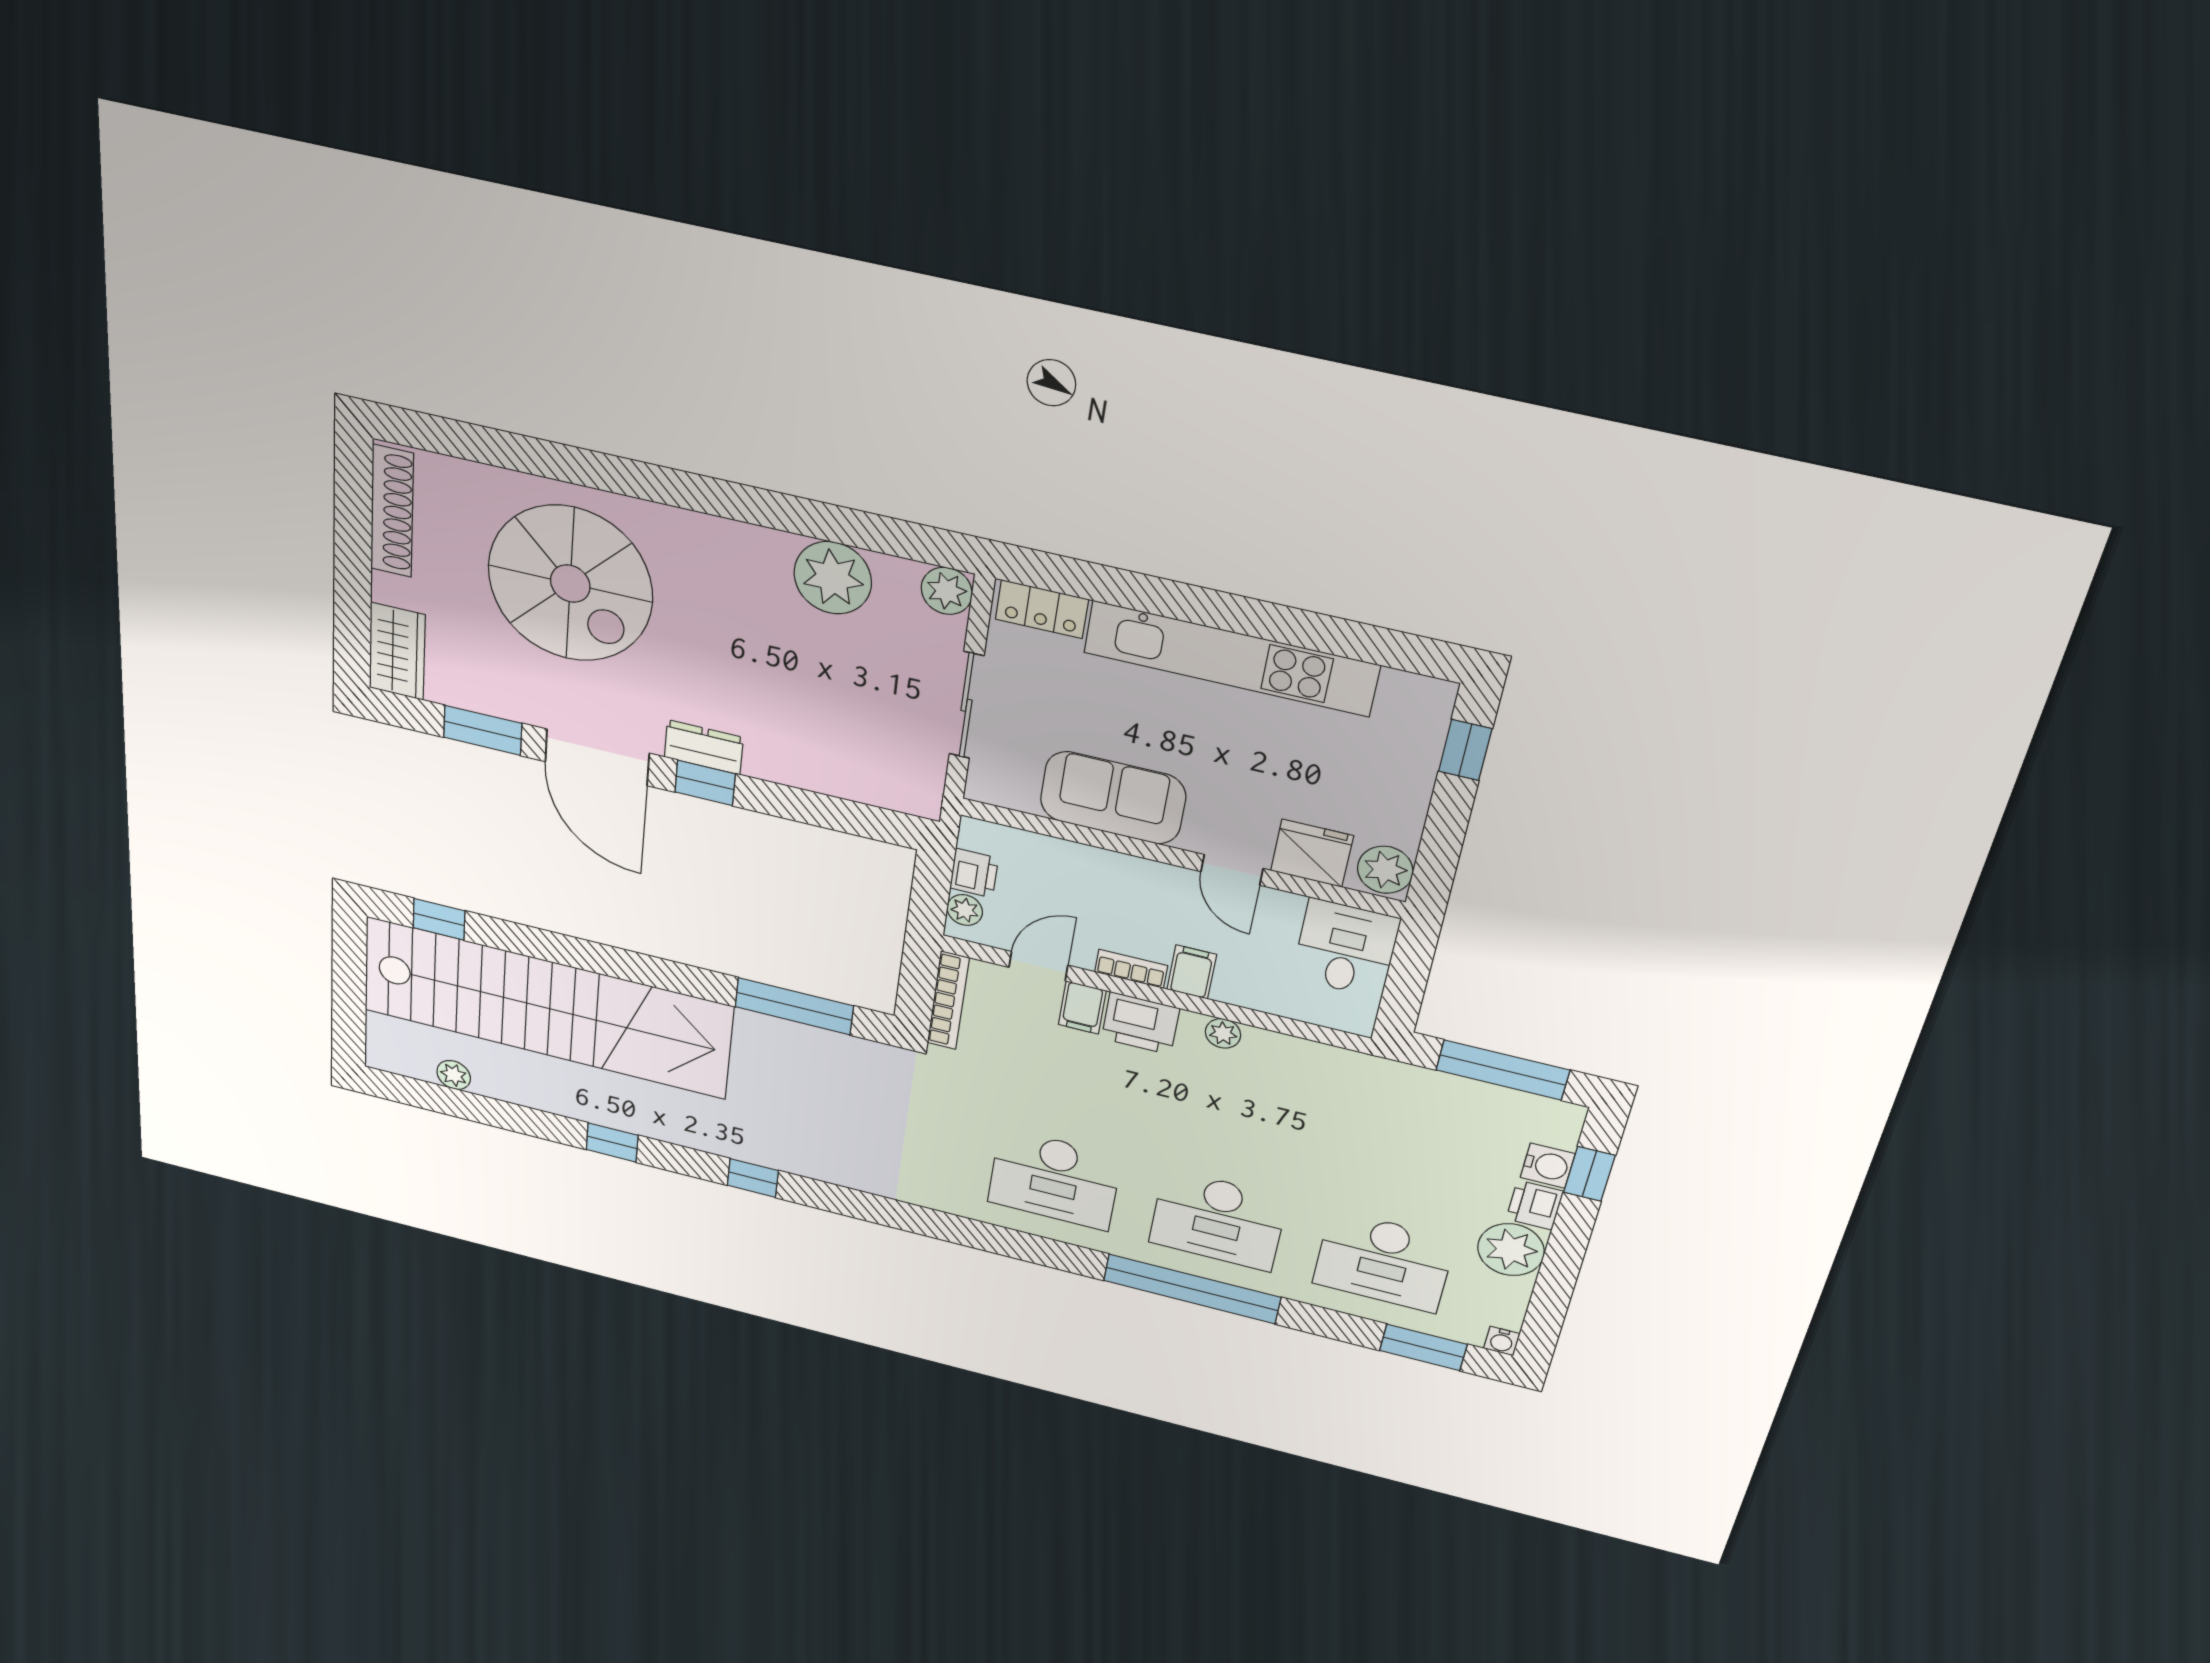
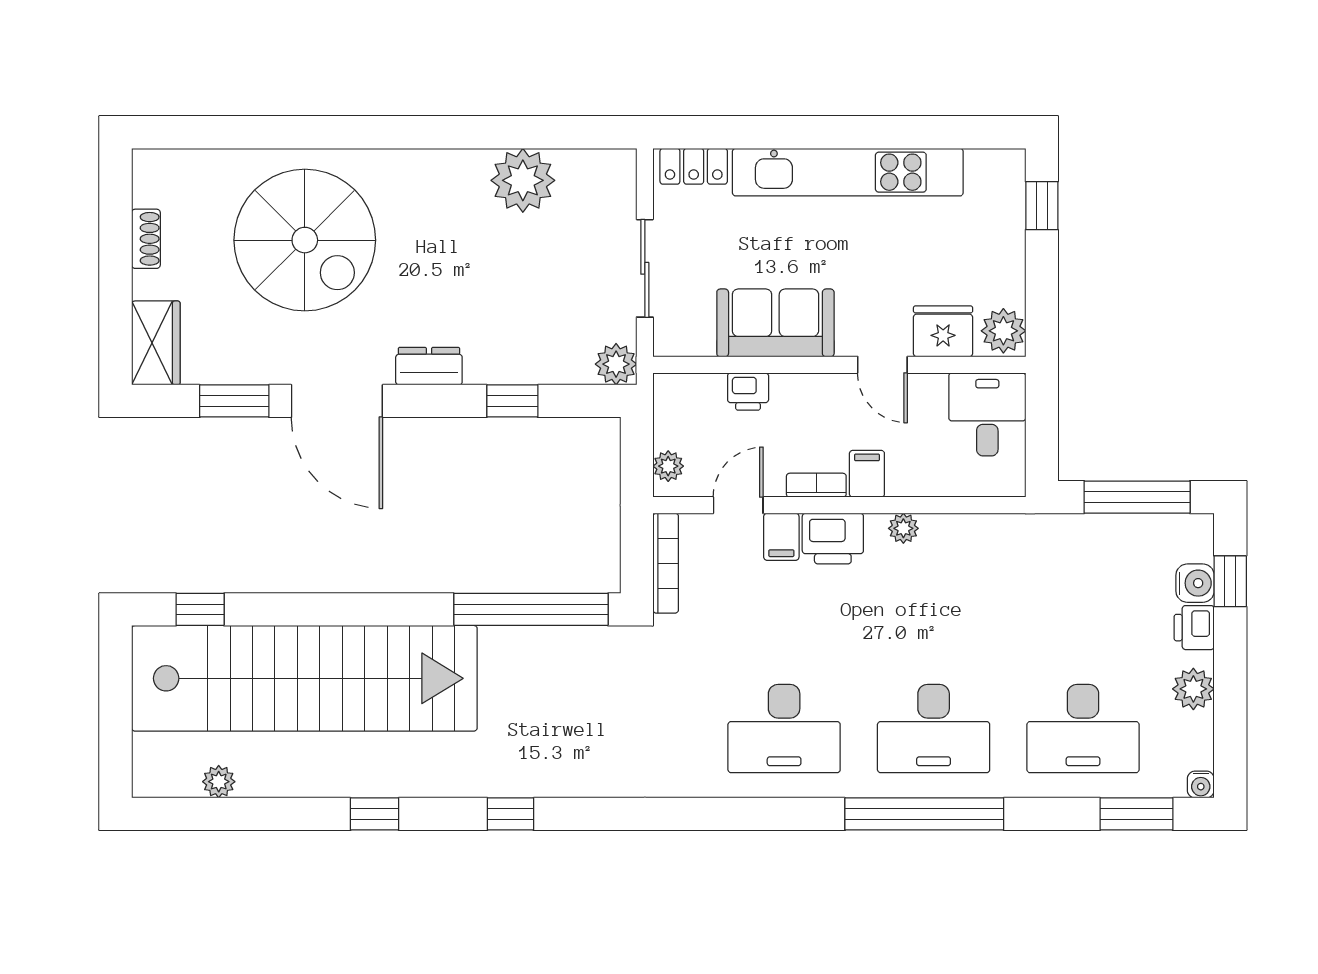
shoe rack: (392, 511) -> (146, 239), width x0.51, depth x0.81
plant: (947, 591) -> (616, 364), moved
window: (705, 783) -> (512, 401), moved
printer: (974, 873) -> (748, 391), moved, turned 90
window: (794, 1006) -> (531, 609), width x1.46
plant: (1511, 1250) -> (1193, 689), width x0.73, depth x0.73

